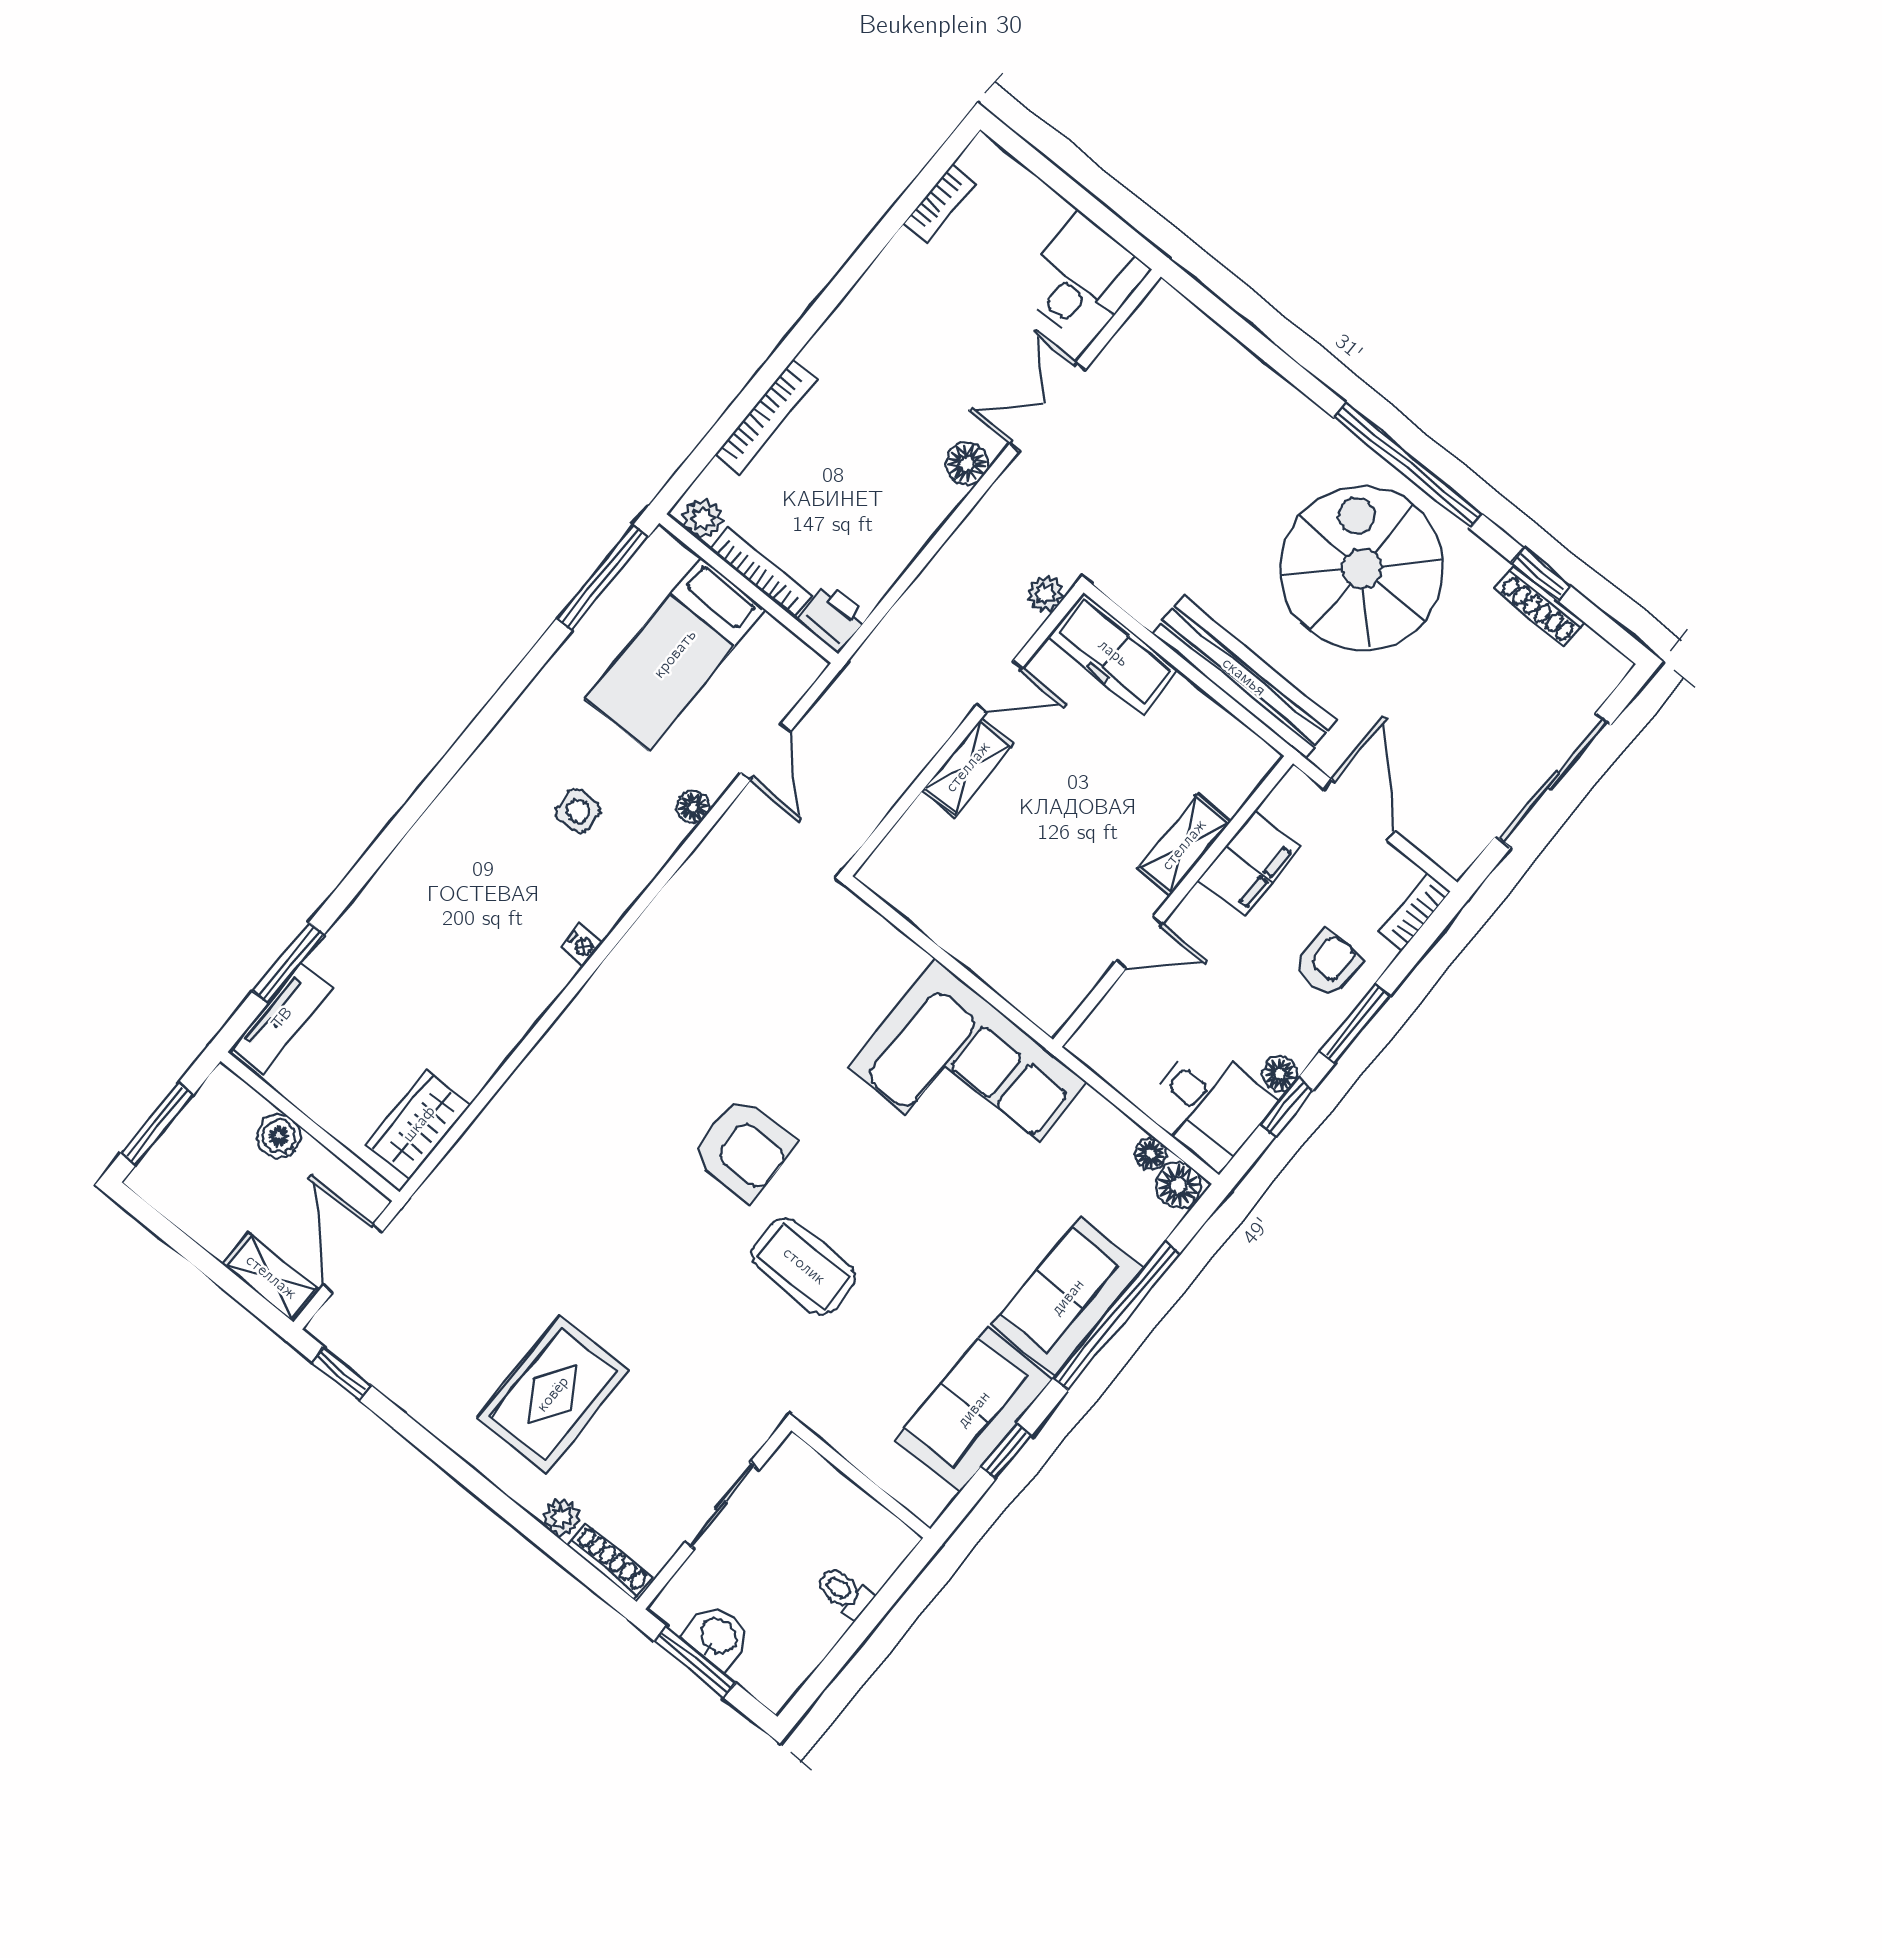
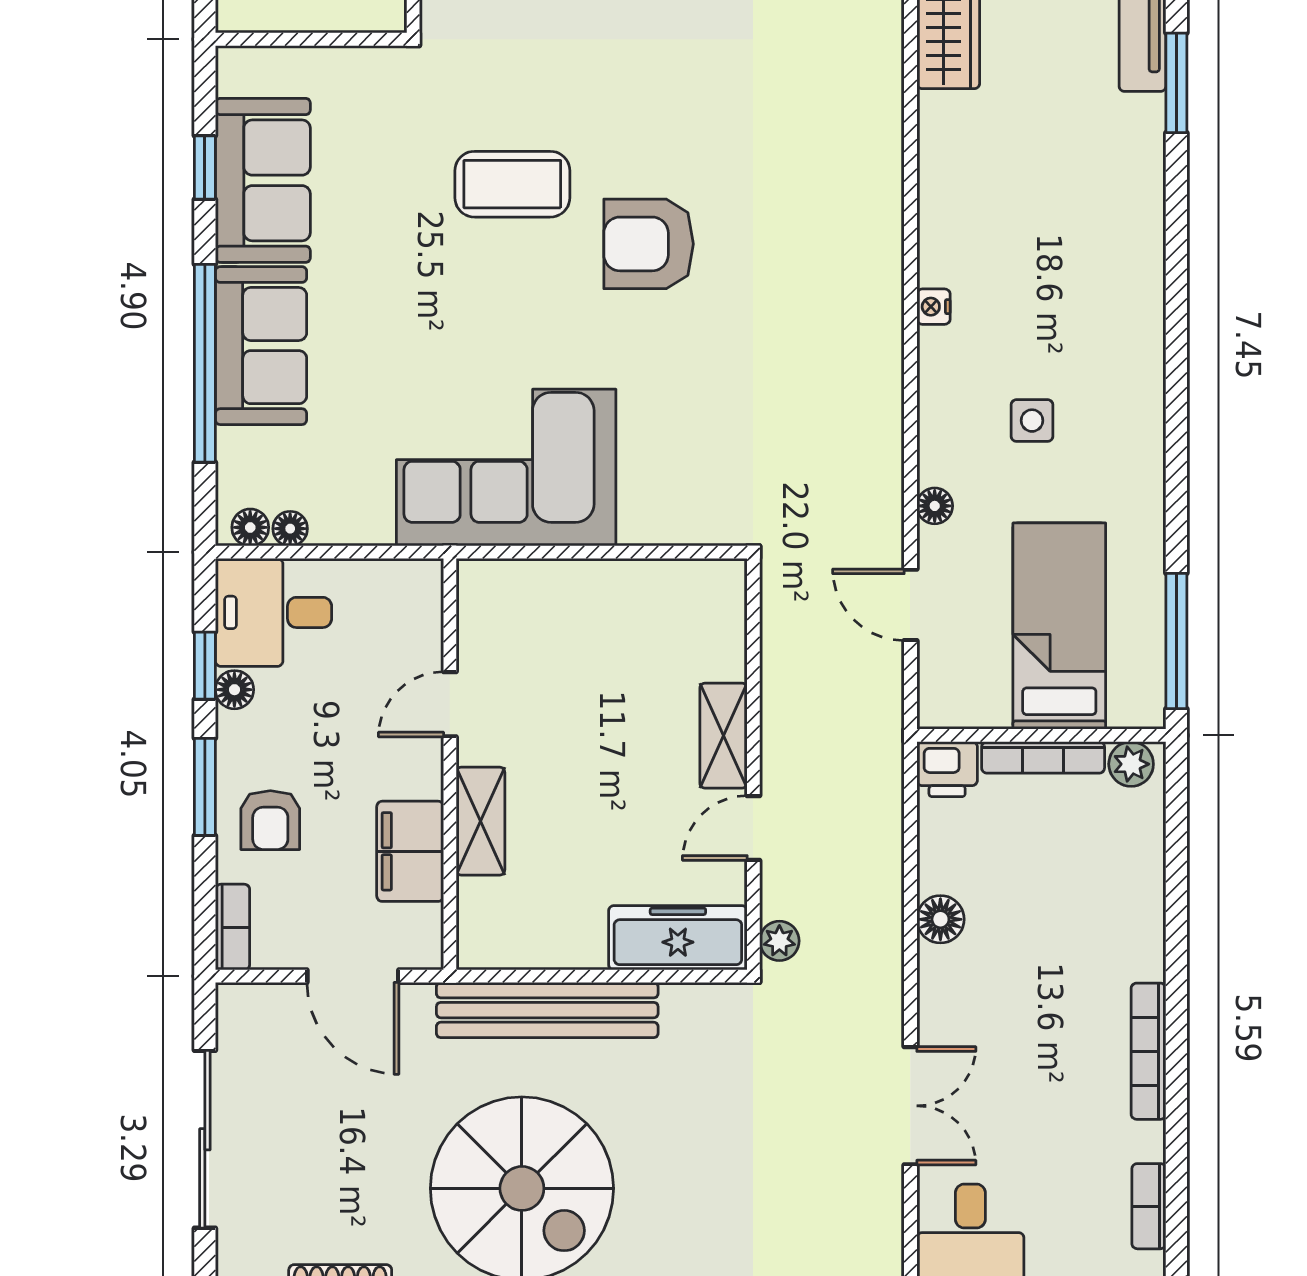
bookcase: (765, 417) -> (1148, 1051), moved
floor lamp: (967, 463) -> (940, 919), moved
floor lamp: (1178, 1186) -> (250, 527), width x0.73, depth x0.73

